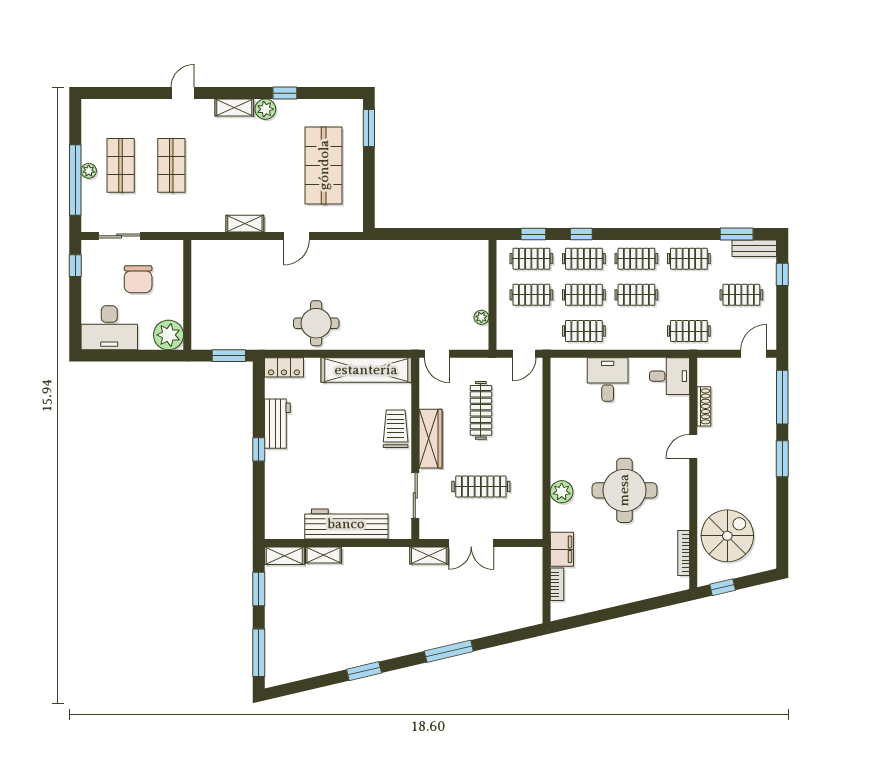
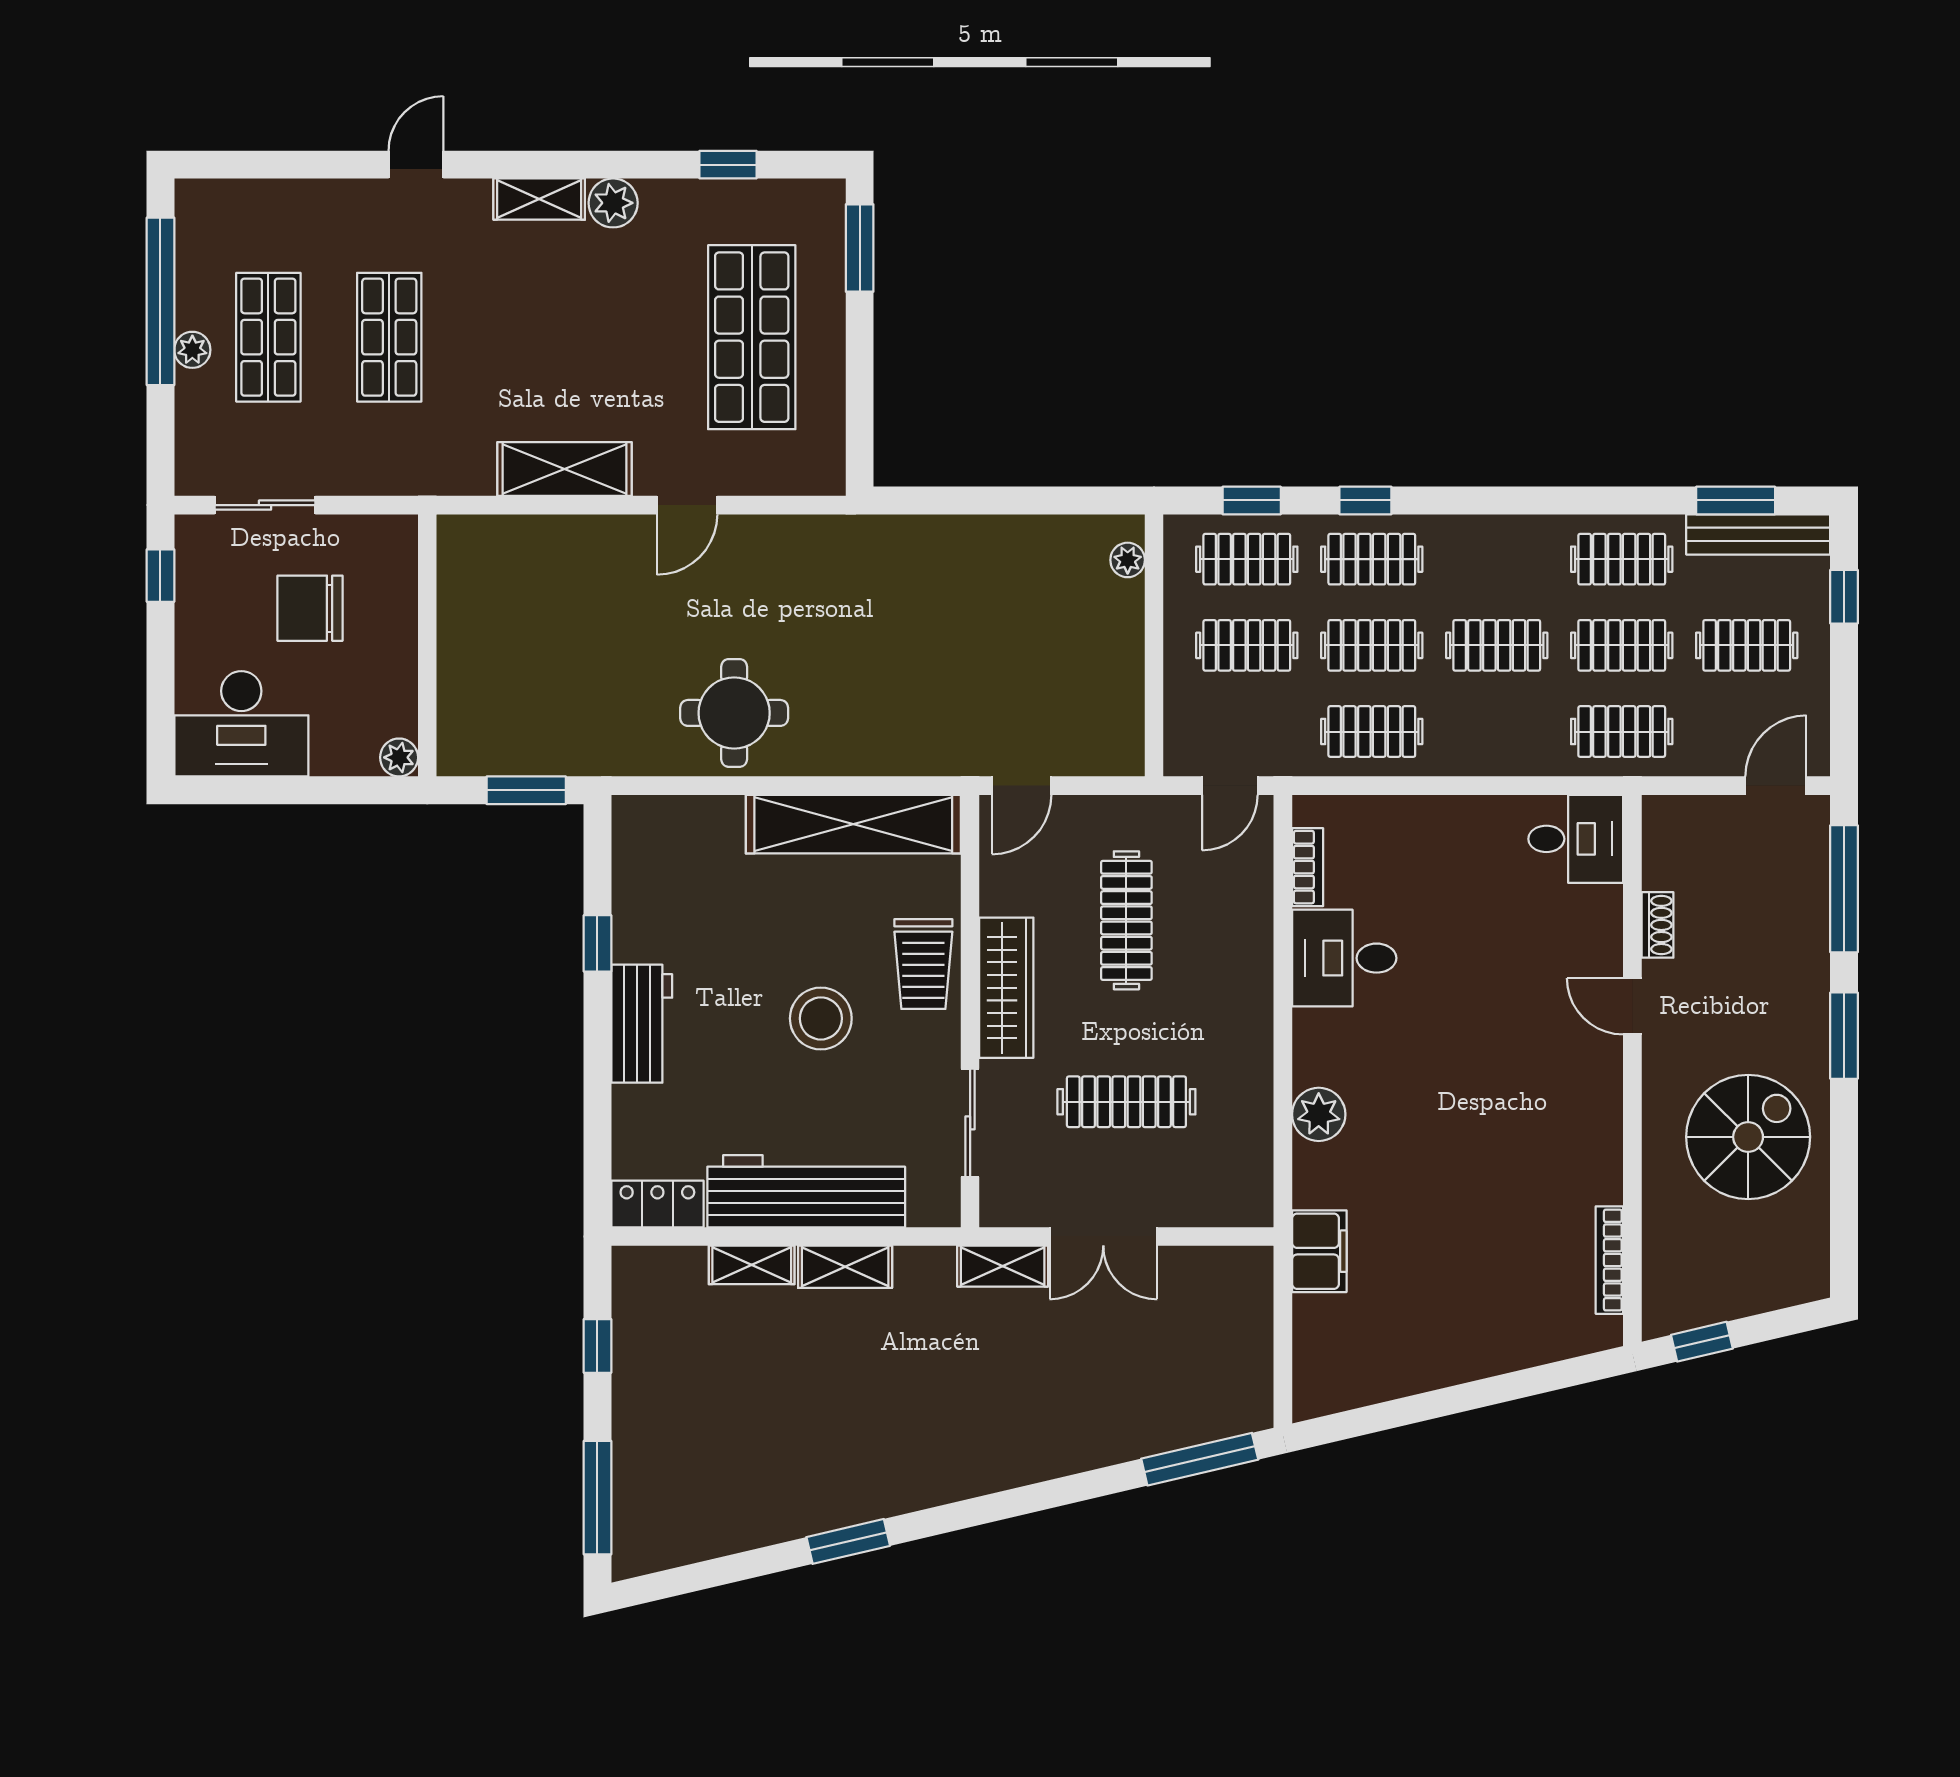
window: (285, 93) -> (728, 165), moved
window: (75, 180) -> (160, 301), moved
shelving: (245, 224) -> (565, 469), width x1.50, depth x1.33
bench: (754, 248) -> (1758, 534), width x1.36
clothes rail: (636, 259) -> (1622, 645), moved
chair: (138, 279) -> (310, 608), turned 90
plant: (481, 317) -> (1128, 560), moved
plant: (169, 335) -> (399, 757), width x0.53, depth x0.53
door: (437, 354) -> (1022, 786), hinge flipped
locker: (284, 367) -> (657, 1204), moved, turned 180
desk: (608, 380) -> (1344, 958), moved, turned -90
shoe rack: (704, 406) -> (1658, 925), width x0.70
workbench: (277, 424) -> (642, 1024), moved
trolley: (396, 429) -> (923, 964), turned 180
door: (693, 446) -> (1632, 1006), hinge flipped
window: (259, 449) -> (597, 943), moved
stool: (353, 452) -> (821, 1018), added
round table: (624, 490) -> (1468, 1111), removed
spiral stairs: (727, 536) -> (1748, 1137), moved
shelving: (284, 556) -> (845, 1267), moved
bookcase: (557, 584) -> (1308, 867), moved
window: (259, 589) -> (597, 1346), width x0.67
window: (449, 651) -> (1200, 1459), moved

